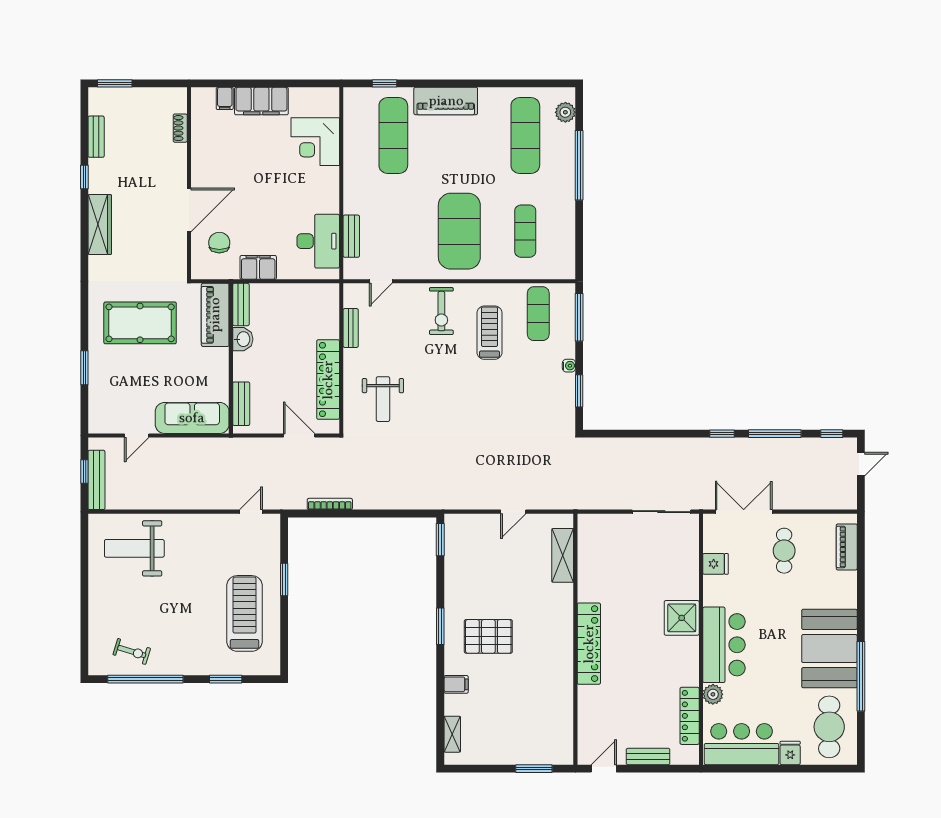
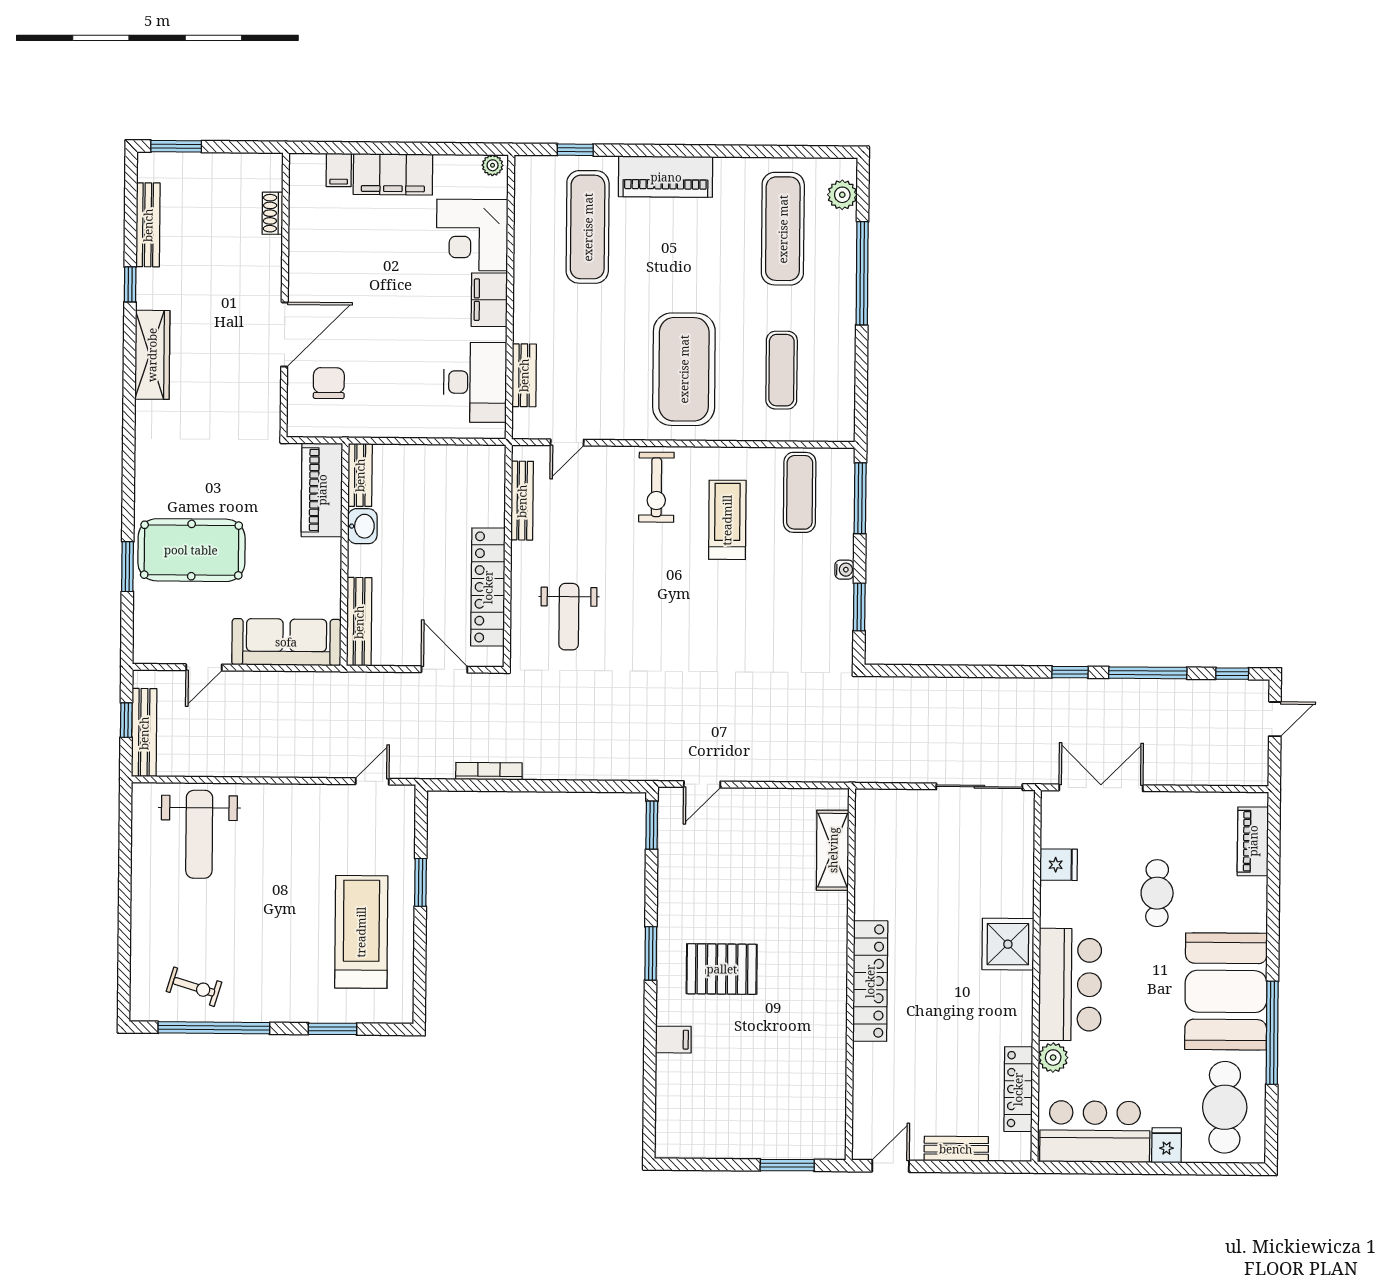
plant: (329, 94) -> (493, 165), added
bench: (96, 137) -> (148, 225), width x1.36
filing cabinet: (258, 267) -> (489, 300), moved, turned -90
pool table: (140, 323) -> (191, 550), moved
bench: (351, 328) -> (522, 501), width x1.36
bench: (241, 404) -> (359, 622), width x1.36
door: (513, 512) -> (702, 784), moved
weight bench: (134, 548) -> (199, 834), turned -90
cafe table: (784, 551) -> (1157, 893), moved
shelving: (452, 734) -> (667, 1113), removed

